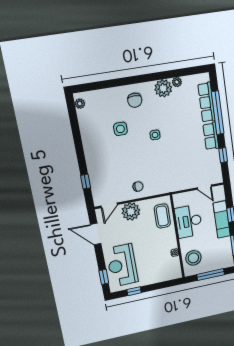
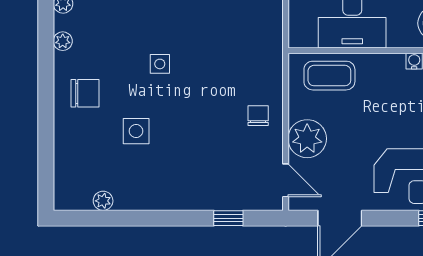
plant: (163, 88) -> (63, 41), width x0.53, depth x0.53
plant: (80, 104) -> (103, 201), moved

